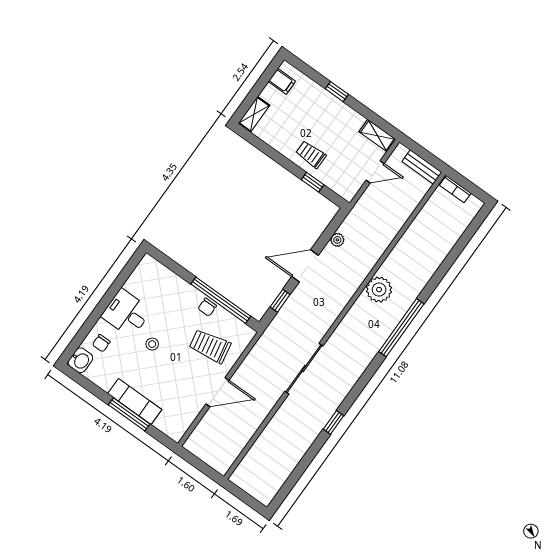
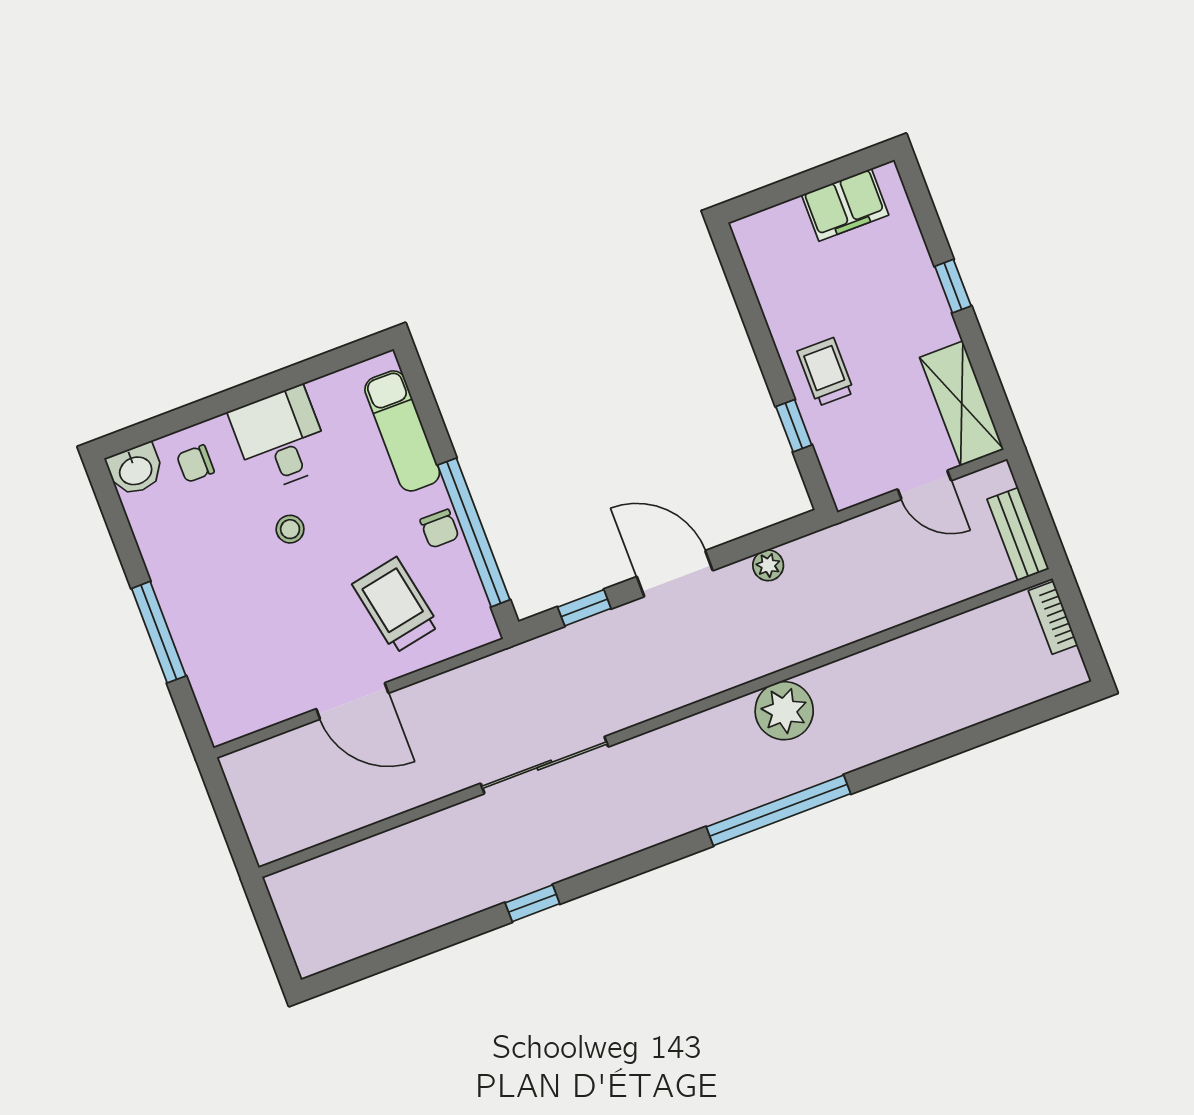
filing cabinet: (282, 81) -> (845, 205), width x2.00
shelving: (254, 114) -> (769, 225), removed
shelving: (377, 136) -> (962, 404), width x1.50, depth x1.33
chair: (207, 307) -> (440, 529), turned -90
exam couch: (135, 401) -> (402, 431), moved, turned 180

